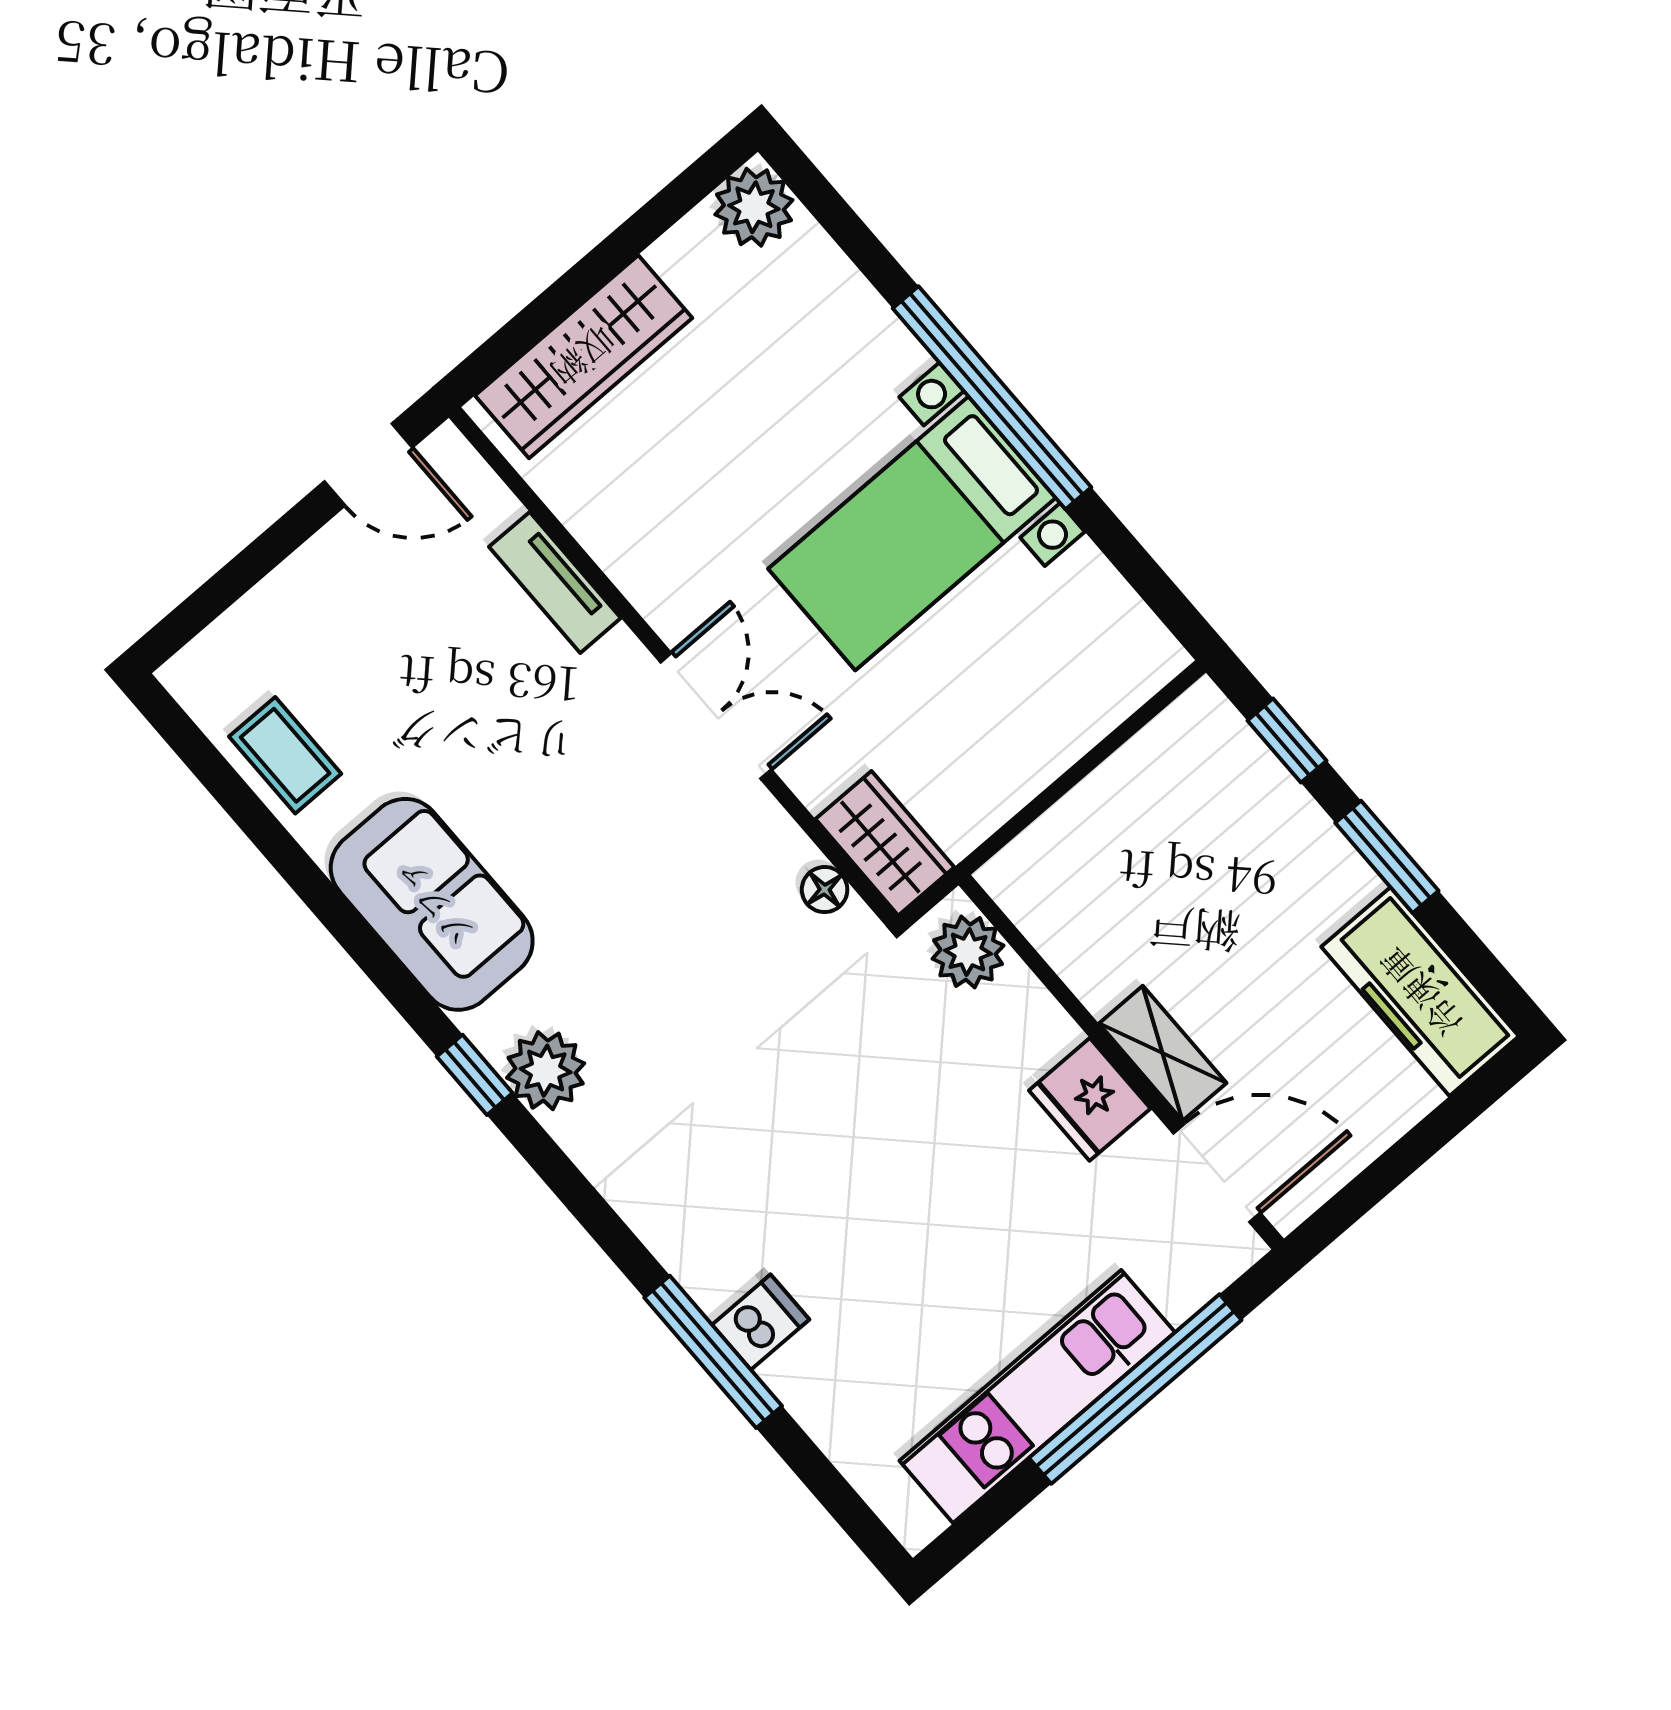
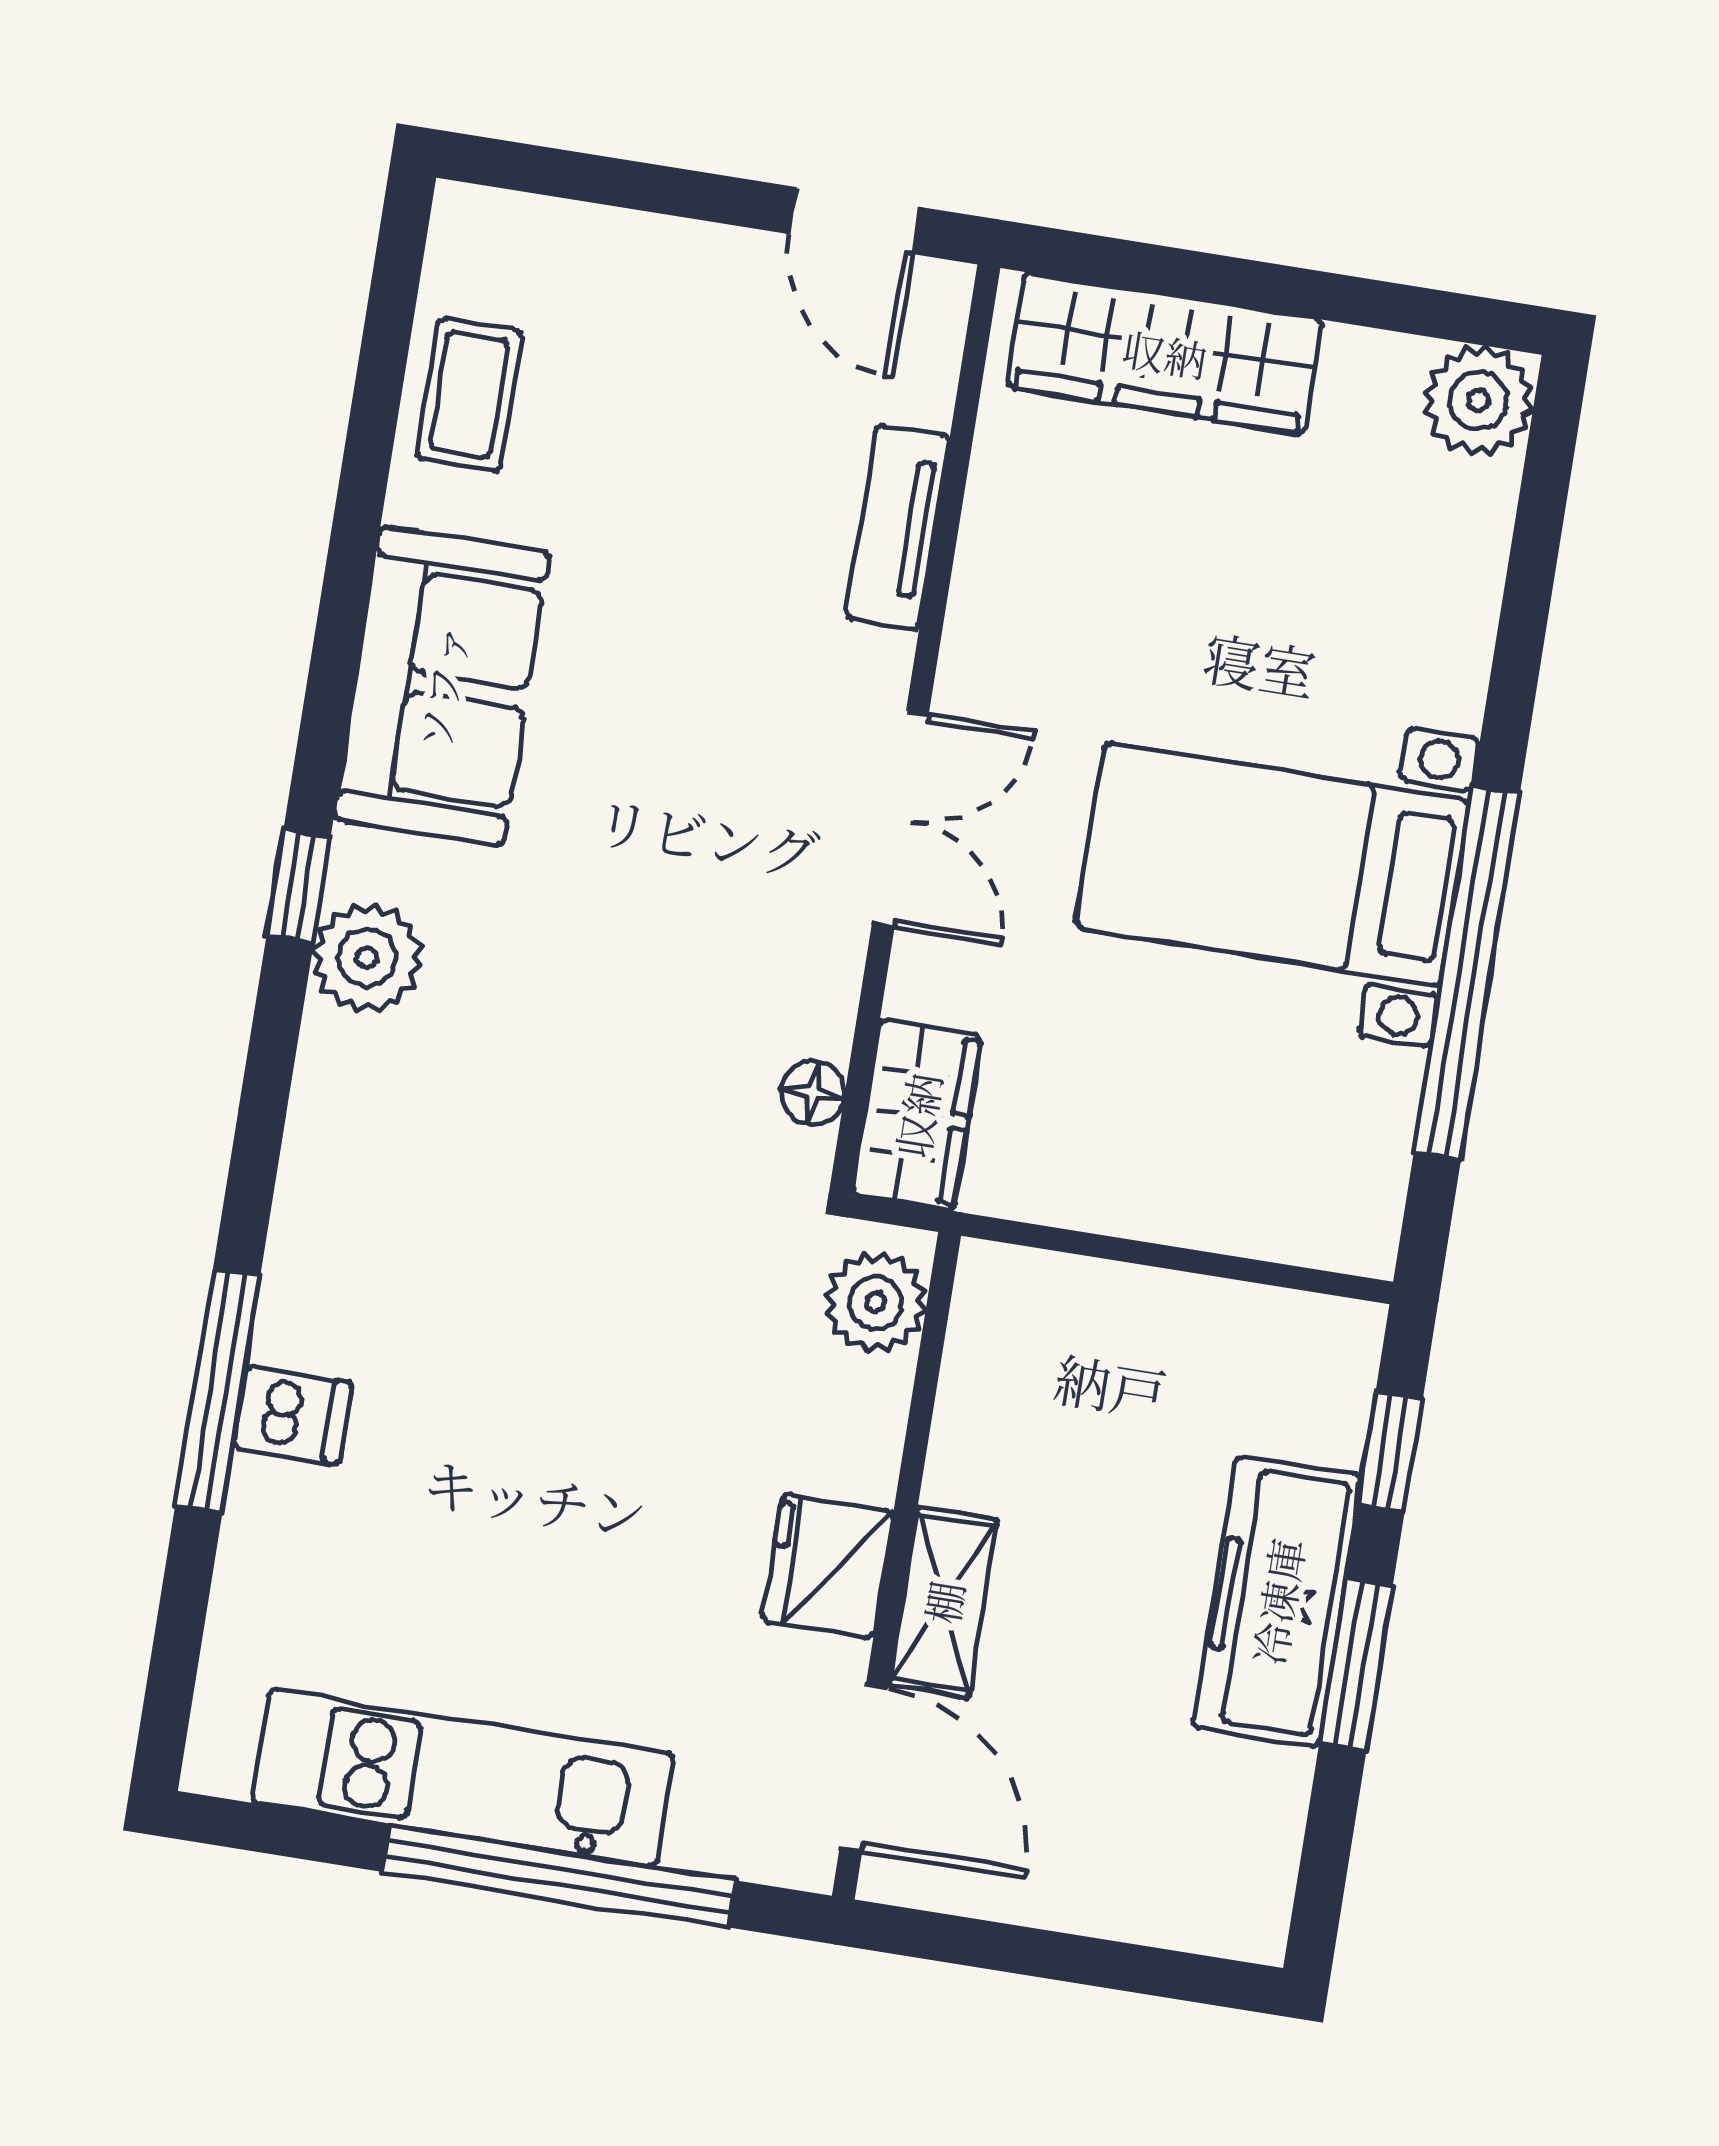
window: (992, 398) -> (1467, 972), moved
freezer: (1420, 992) -> (1277, 1601), moved

